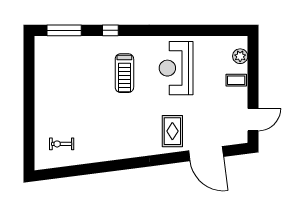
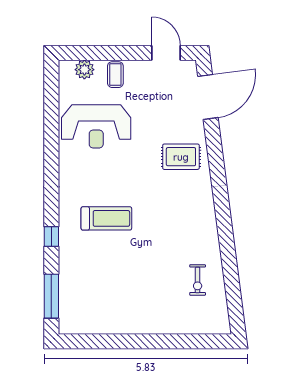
reception desk: (176, 68) -> (96, 126), moved
exercise bike: (62, 144) -> (198, 280), moved
door: (206, 154) -> (208, 97), moved

